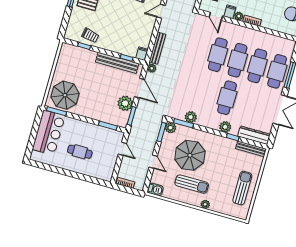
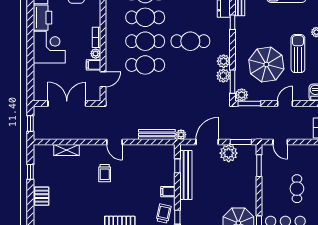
filing cabinet: (142, 54) -> (168, 192), moved
plant: (225, 127) -> (224, 61), moved
door: (122, 149) -> (280, 142), swing flipped

